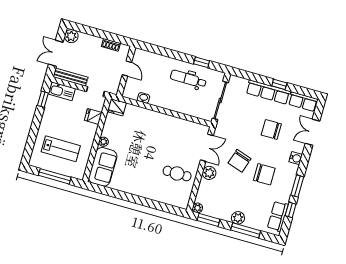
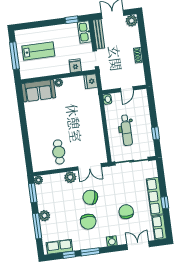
door: (127, 68) -> (127, 89), moved
wall: (126, 71) -> (124, 90), moved
dental chair: (188, 79) -> (126, 130), moved, turned 180
lab bench: (61, 149) -> (38, 51), turned -90

